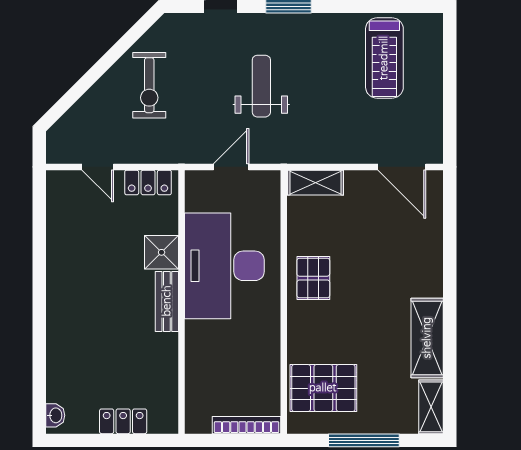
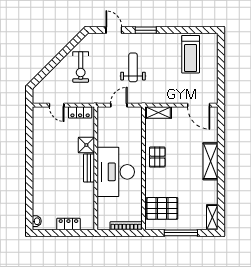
desk: (224, 266) -> (116, 172), moved
shelving: (427, 338) -> (210, 161), moved

